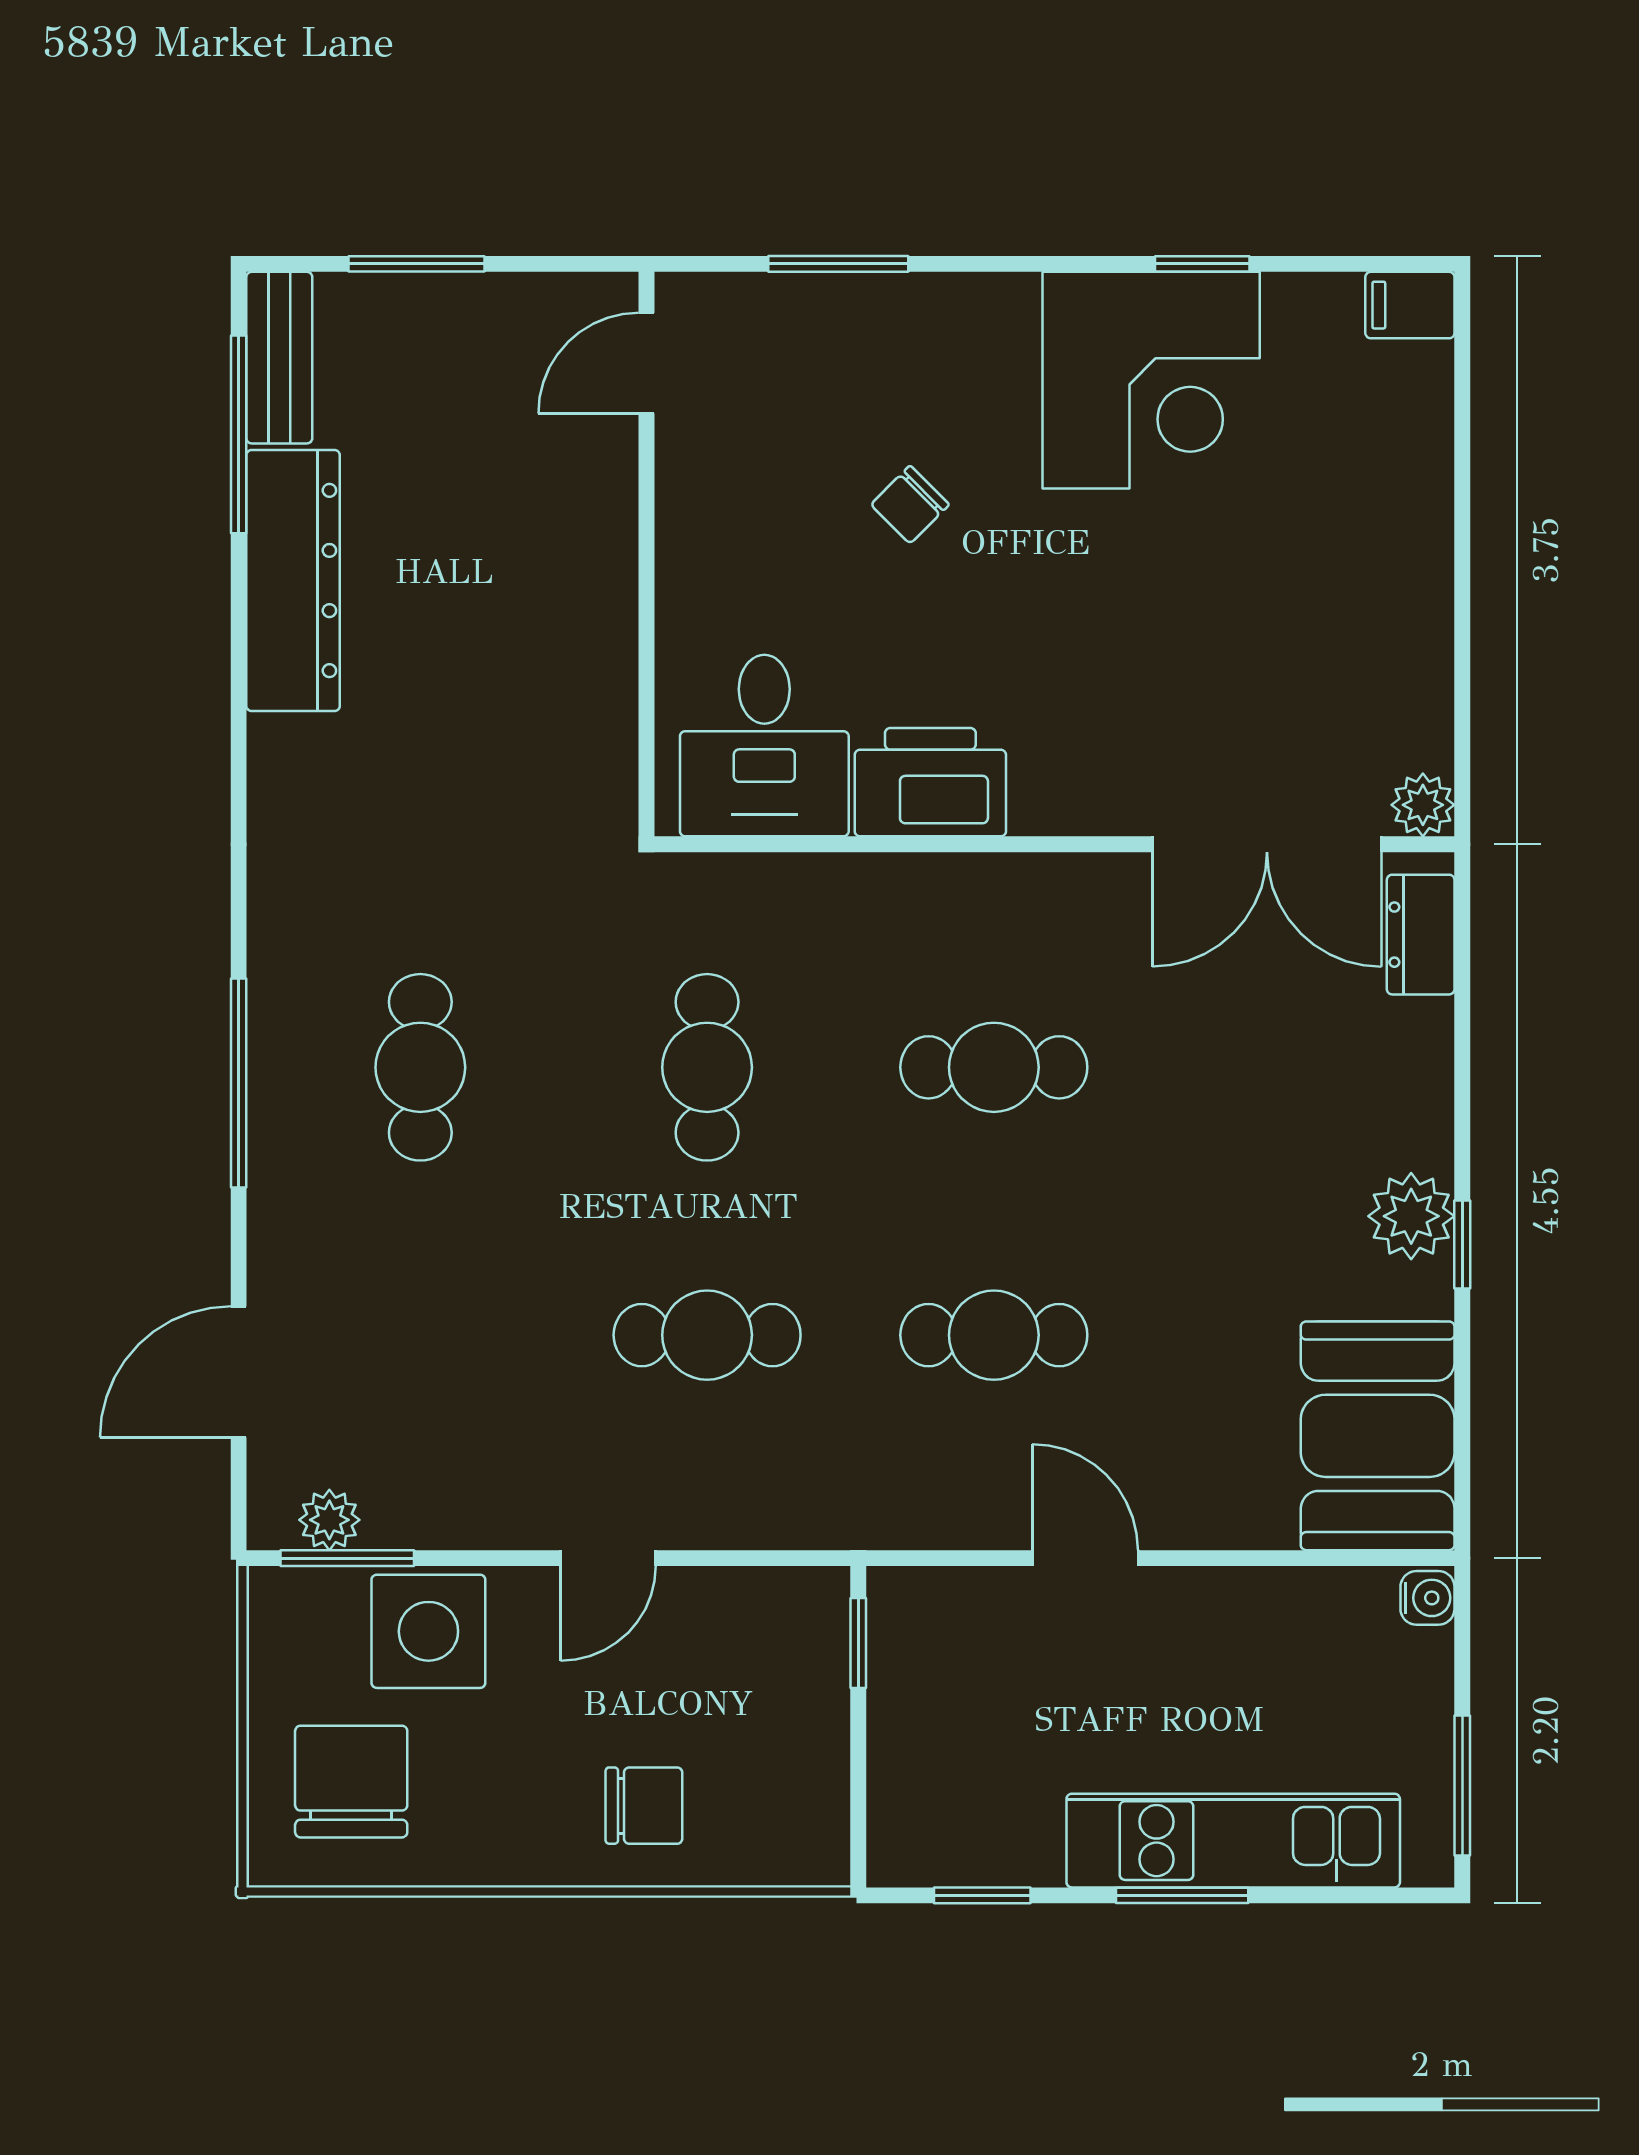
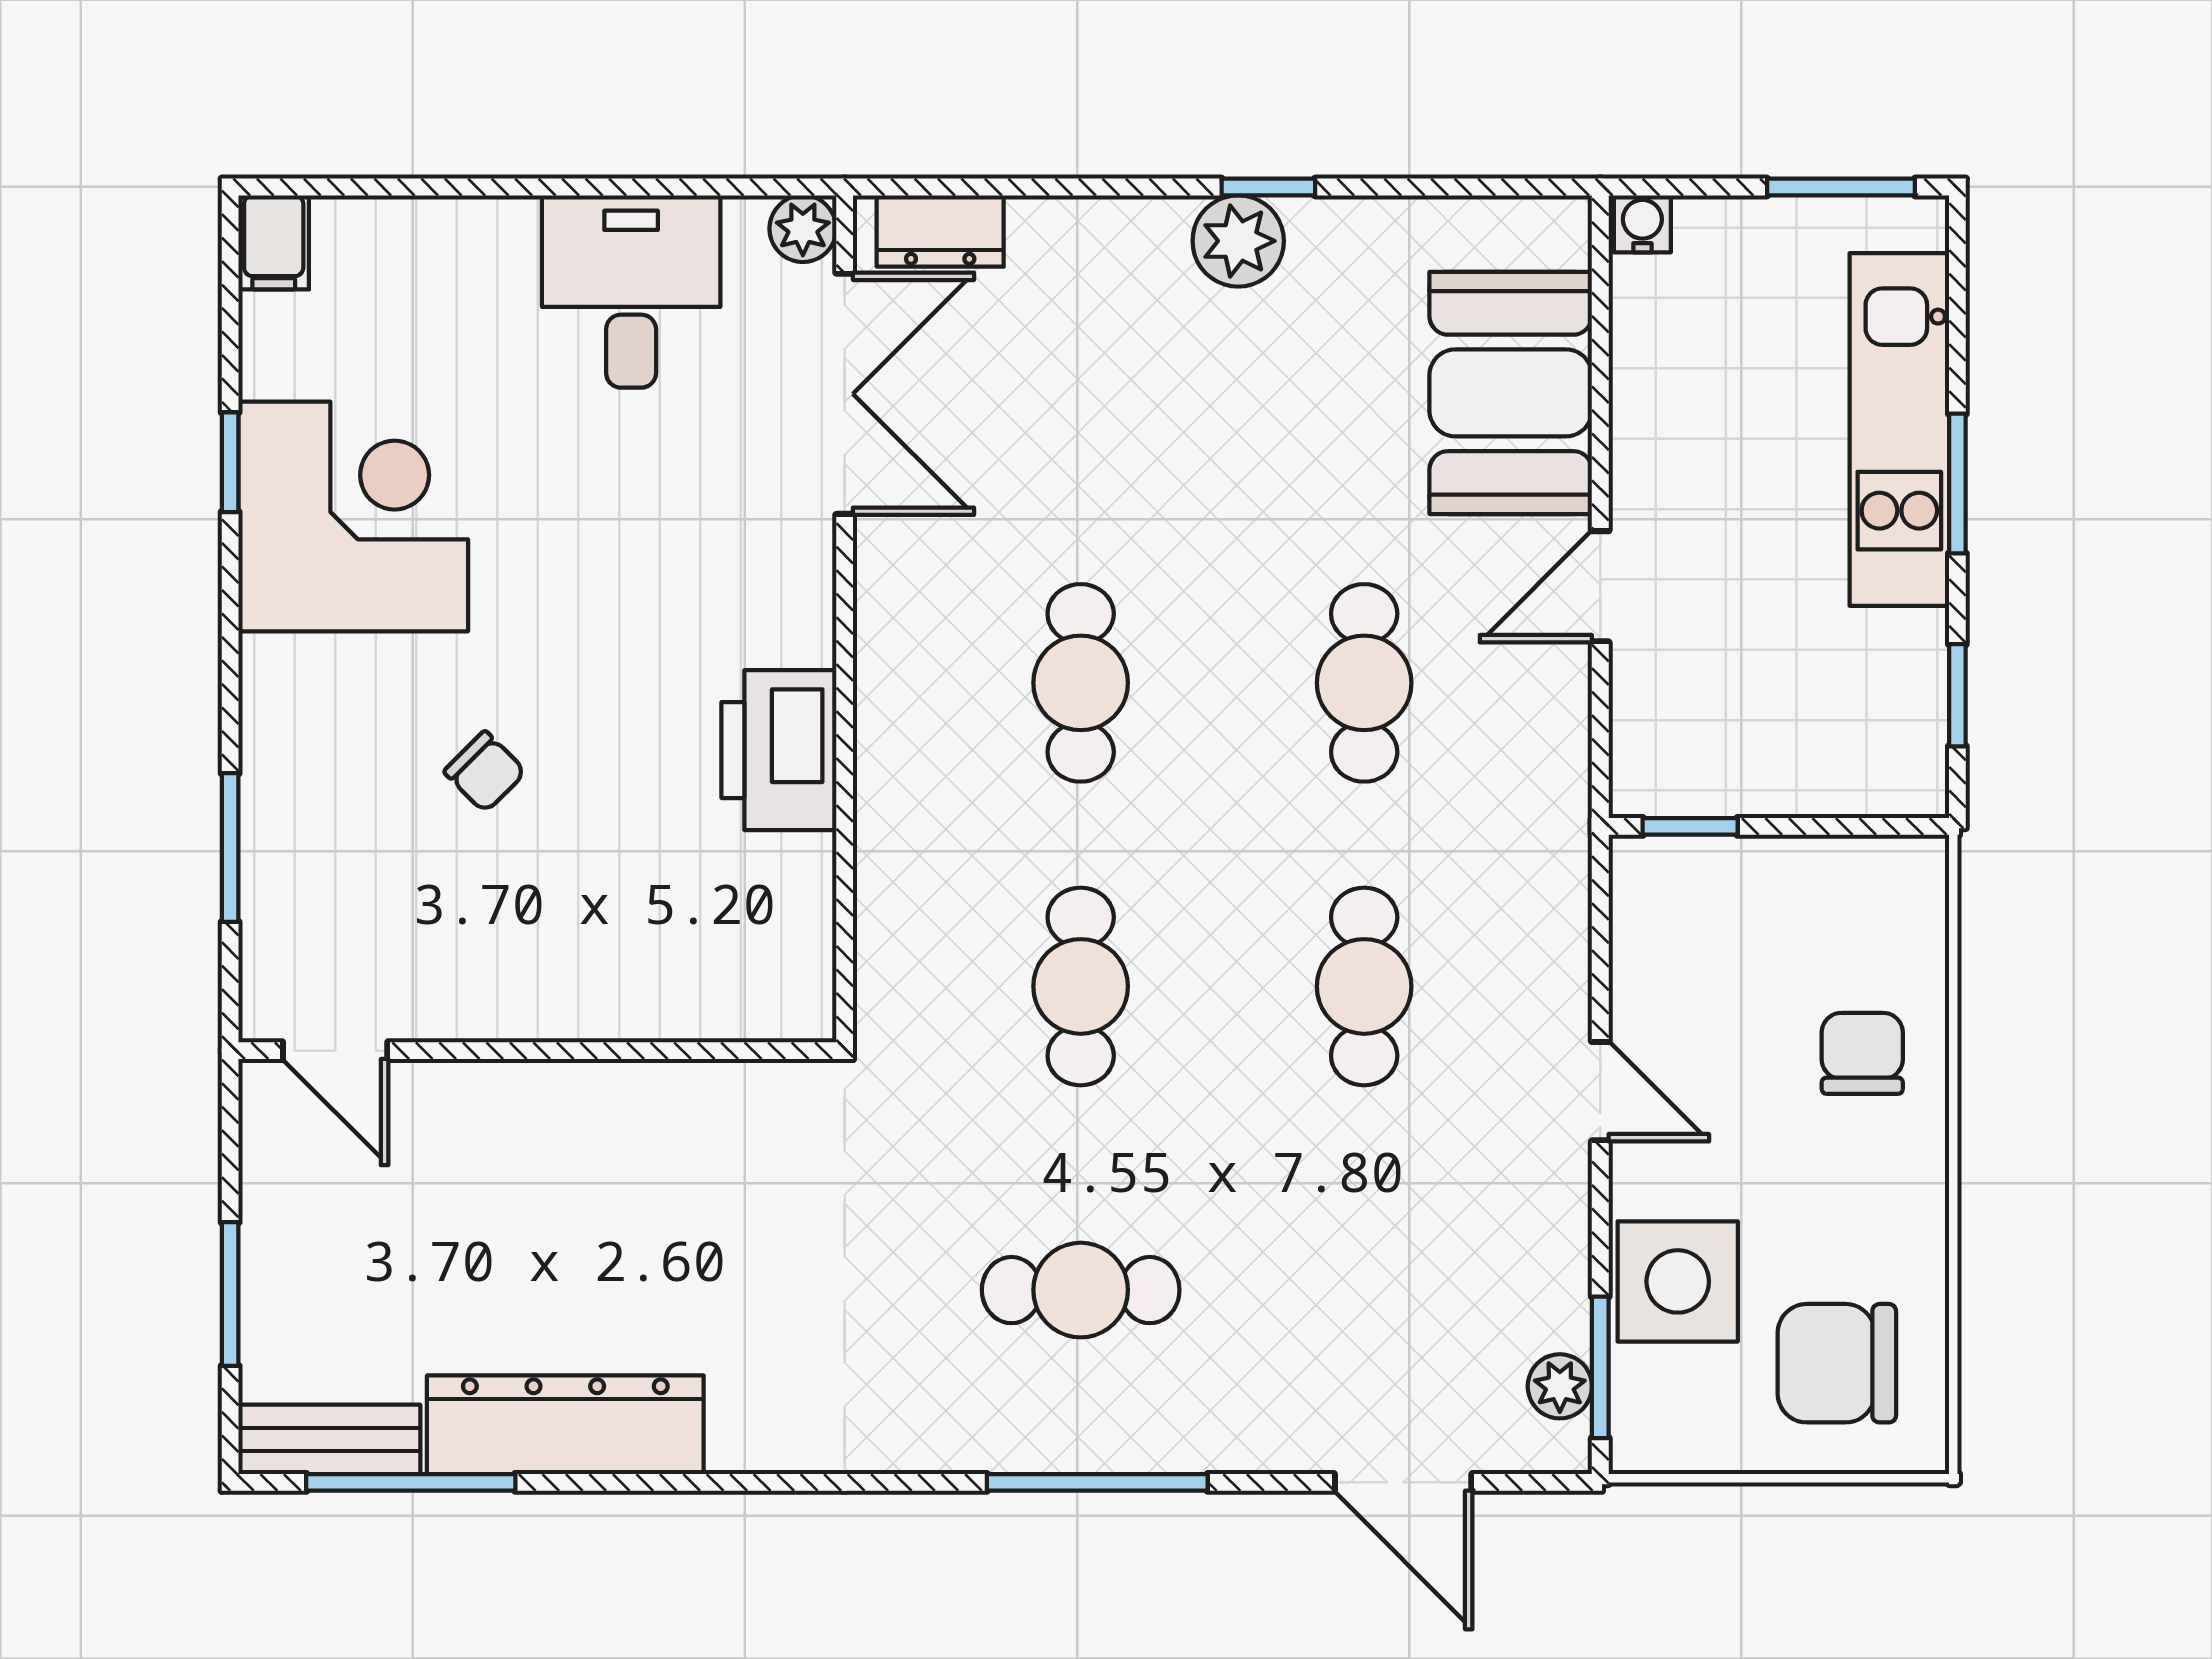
desk: (764, 746) -> (631, 291), moved, turned -90
cafe table: (707, 1067) -> (1081, 986), turned 90
booth: (1378, 1436) -> (1511, 393), moved, turned 90

